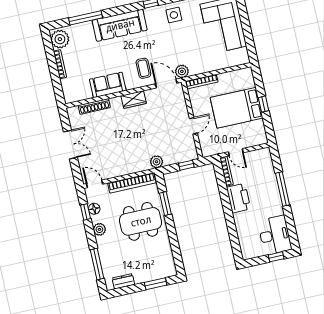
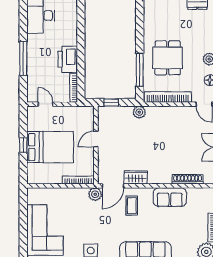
door: (166, 84) -> (113, 186), hinge flipped
wardrobe: (134, 100) -> (136, 177), moved
door: (236, 152) -> (45, 104), moved
window: (165, 204) -> (140, 70), width x1.44
dining table: (141, 221) -> (168, 58), width x0.73

